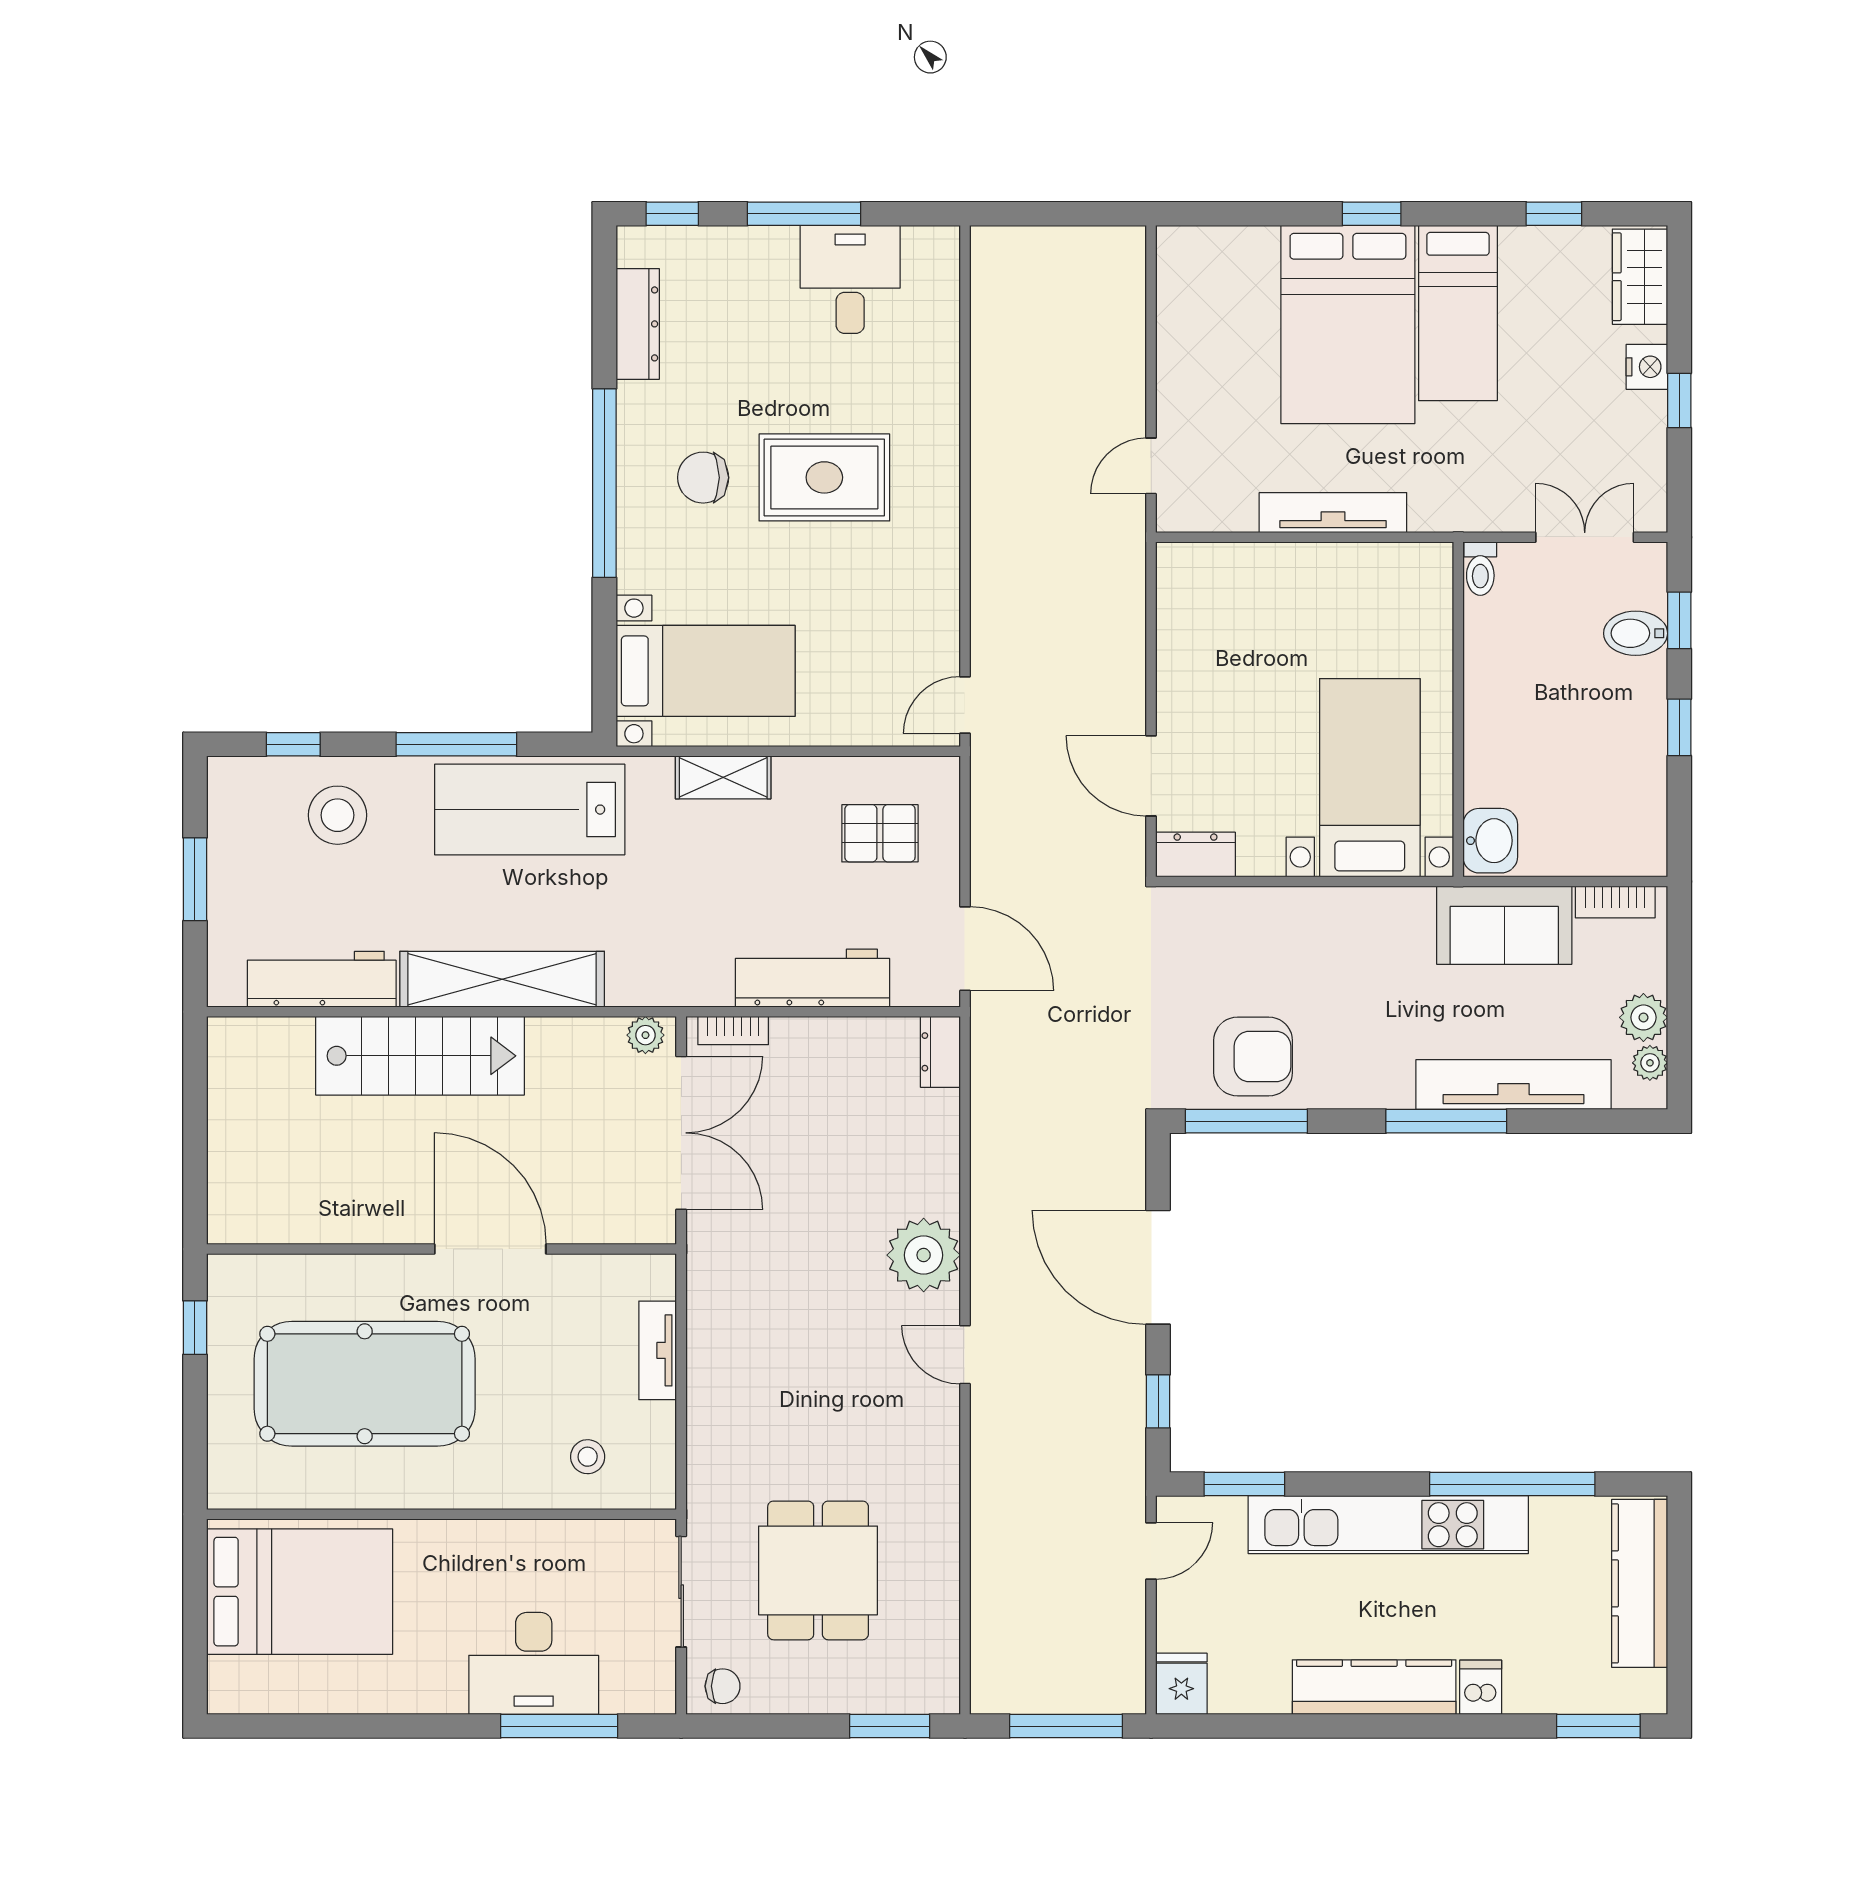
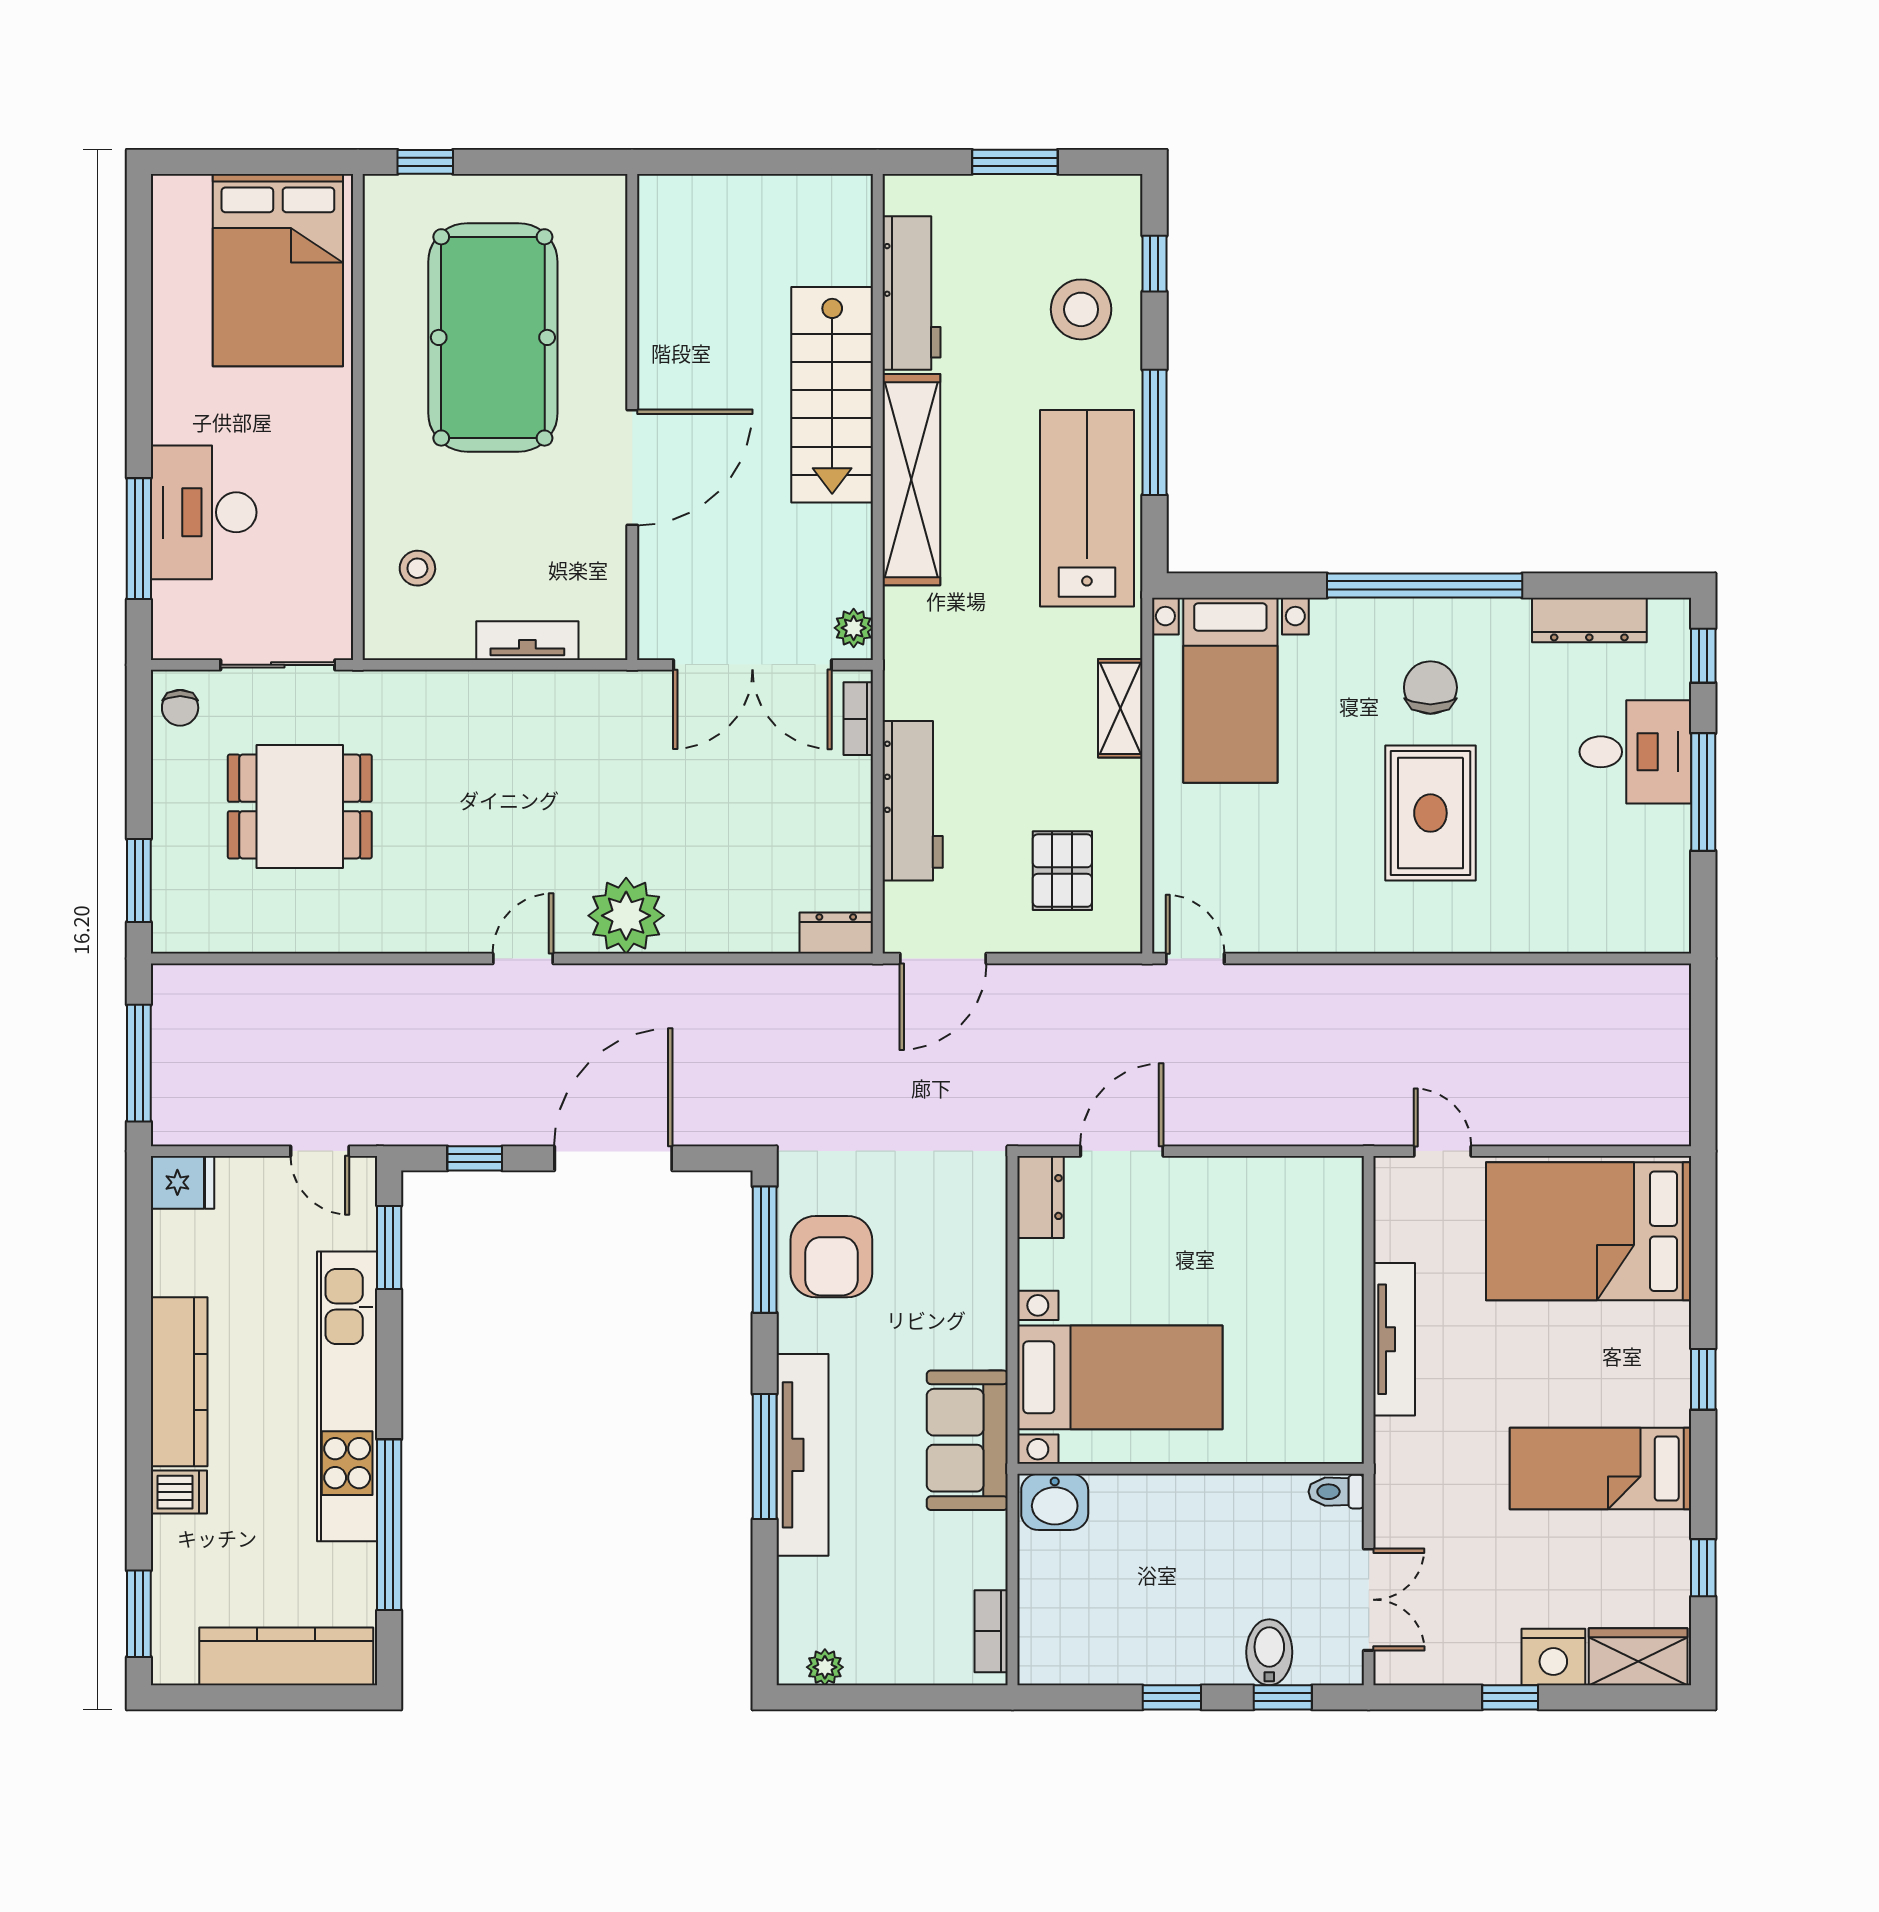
desk: (850, 279) -> (1635, 752), moved
bed: (1348, 325) -> (1589, 1231), moved
nightstand: (1647, 367) -> (1553, 1657), width x1.36, depth x1.33
sofa: (1504, 925) -> (967, 1440), moved
plant: (1643, 1017) -> (872, 1660), removed
tv unit: (1513, 1085) -> (802, 1455), moved
window: (195, 1328) -> (425, 162), moved

